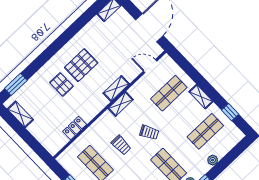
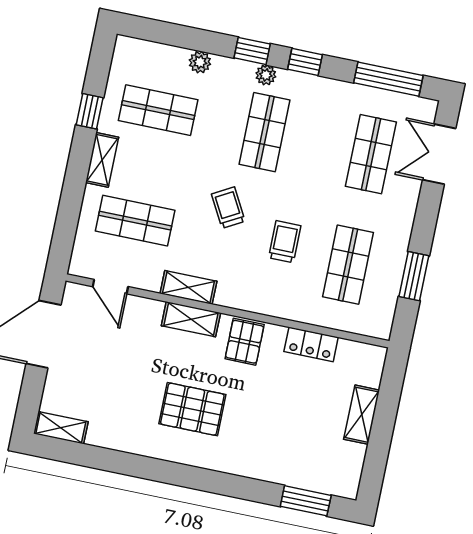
pallet: (61, 84) -> (245, 342), moved
shelving: (121, 104) -> (188, 287), moved
window: (230, 112) -> (90, 111), moved
shelving: (20, 114) -> (362, 415), moved

